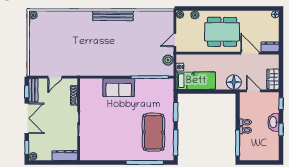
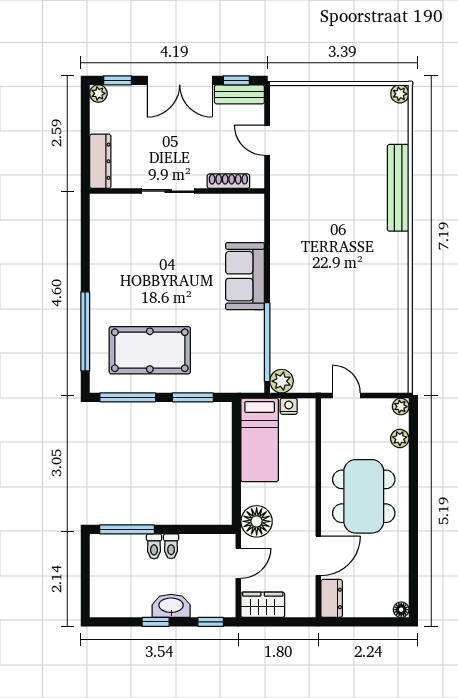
bench: (113, 16) -> (398, 188), moved
plant: (168, 60) -> (282, 381), moved

